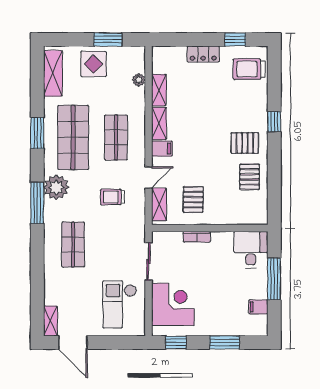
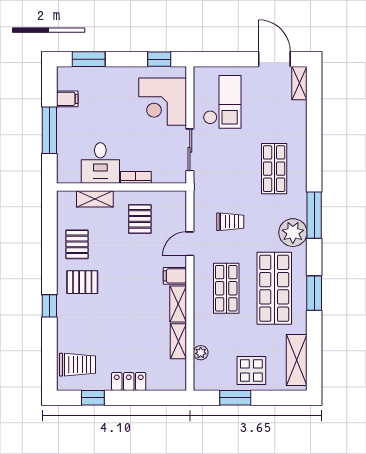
shelving: (159, 204) -> (95, 199), moved, turned 90
desk: (251, 250) -> (100, 163), moved
window: (225, 343) -> (89, 59), moved

